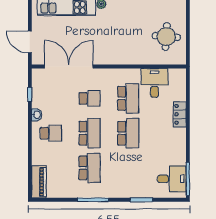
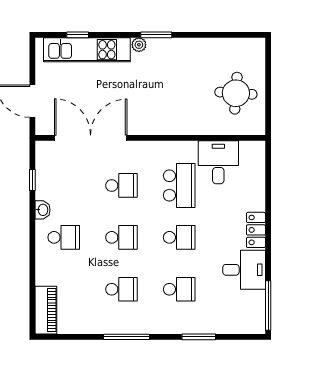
locker: (180, 114) -> (256, 230), moved
school desk: (90, 133) -> (121, 237), width x0.54
school desk: (128, 133) -> (179, 237), width x0.54
school desk: (90, 168) -> (121, 289), width x0.54
school desk: (128, 168) -> (179, 289), added
desk: (172, 179) -> (244, 270), moved

